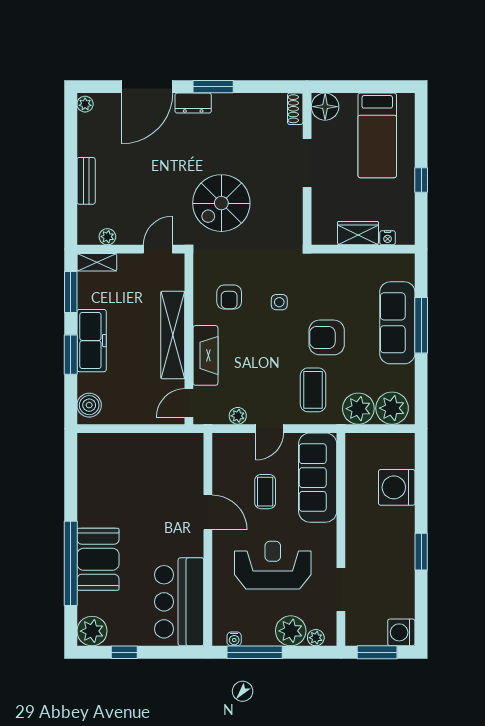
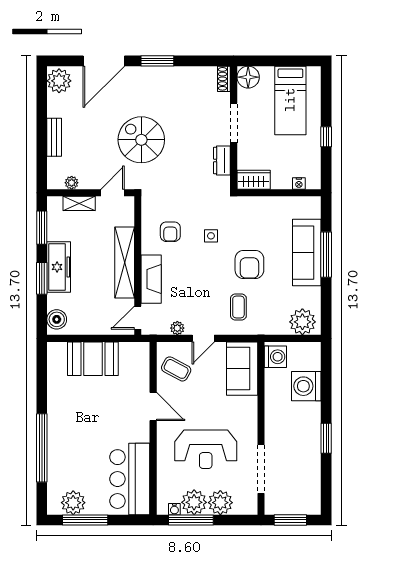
dresser: (193, 103) -> (222, 160), moved, turned 90
plant: (85, 104) -> (59, 81), width x1.88, depth x1.88
spiral stairs: (221, 203) -> (141, 140), moved, turned 90
wardrobe: (358, 233) -> (254, 180), moved
shelving: (97, 262) -> (79, 203), moved
armchair: (327, 337) -> (249, 264), turned -90
coffee table: (313, 390) -> (238, 307), width x0.73, depth x0.77
plant: (358, 409) -> (275, 322), removed
sofa: (318, 478) -> (242, 369), width x0.73
coffee table: (265, 492) -> (176, 369), moved, turned -62
booth: (98, 559) -> (93, 359), moved, turned 90
reception desk: (273, 565) -> (206, 449), turned 180
doorway: (341, 590) -> (261, 469), width x1.36
plant: (92, 631) -> (73, 503), moved
washing machine: (401, 632) -> (275, 357), moved, turned 180
plant: (316, 638) -> (194, 502), moved, width x1.88, depth x1.88
window: (124, 652) -> (85, 520), width x2.17

